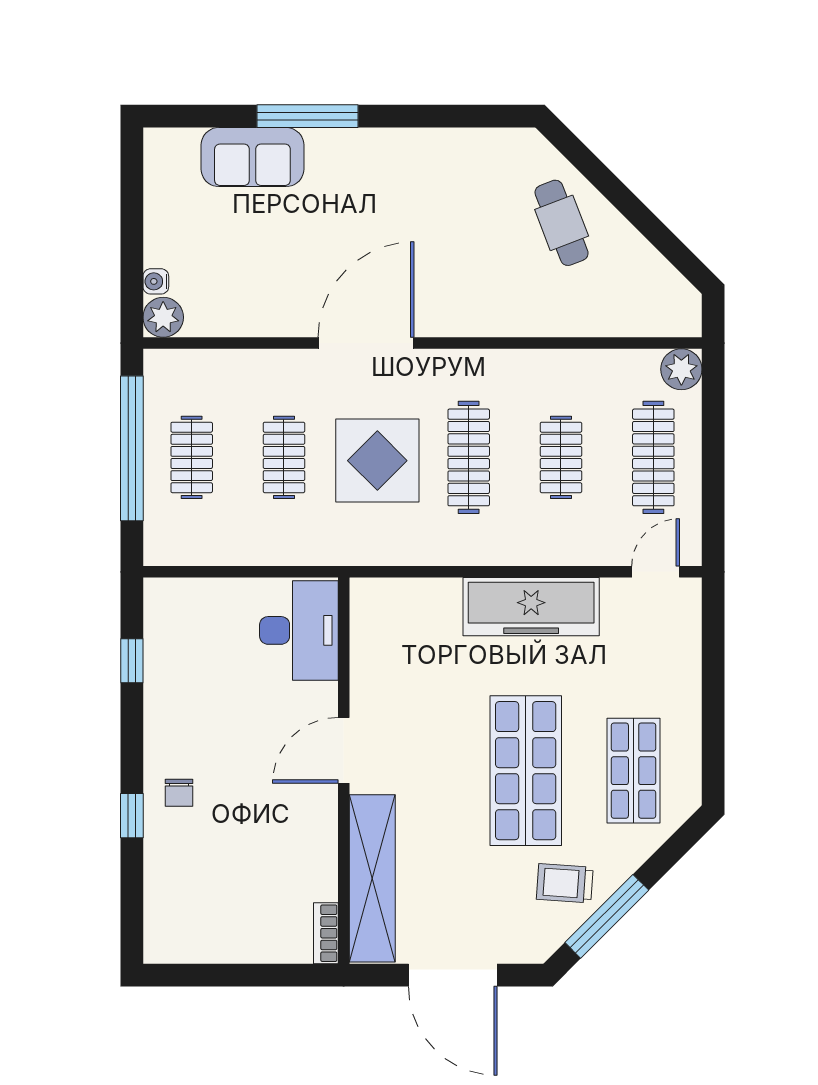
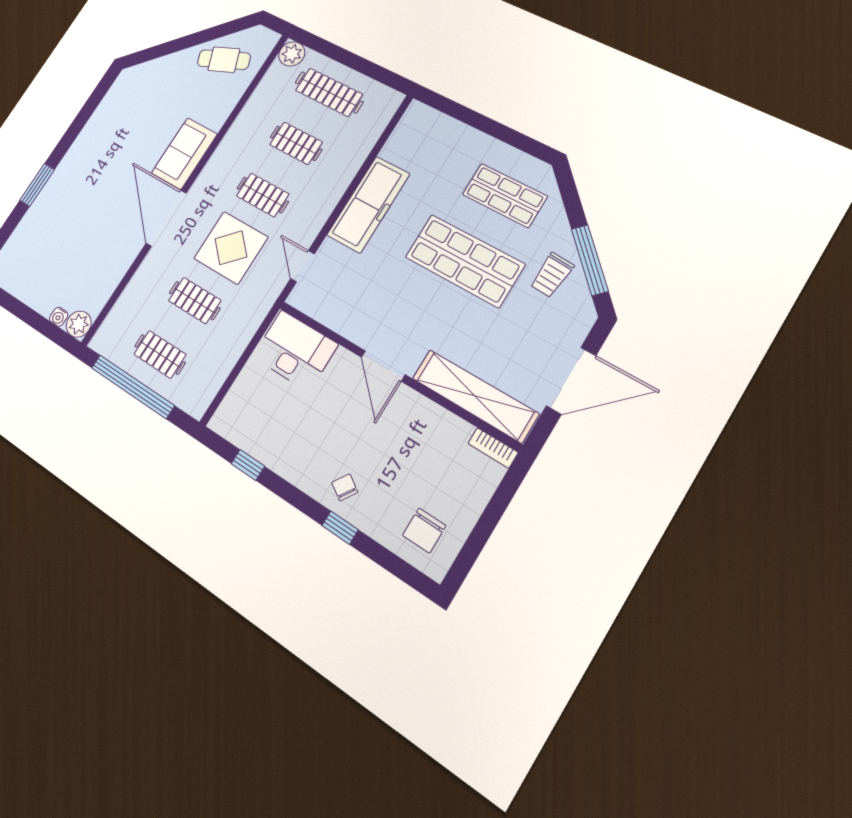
window: (308, 116) -> (37, 185), width x0.69
sofa: (252, 157) -> (184, 154), moved, turned 180
cafe table: (562, 223) -> (224, 60), moved
clothes rail: (469, 457) -> (263, 195), width x0.73
door: (656, 572) -> (302, 266), moved
chair: (179, 793) -> (345, 487), turned -147
chair: (189, 912) -> (424, 530), added

